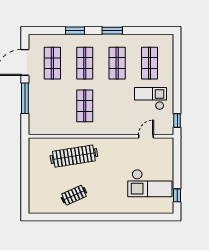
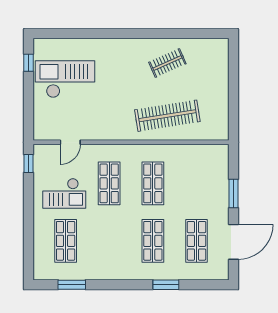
window: (112, 31) -> (72, 285), moved
shop shelf: (117, 63) -> (109, 183), moved
window: (25, 98) -> (234, 194), width x0.69

